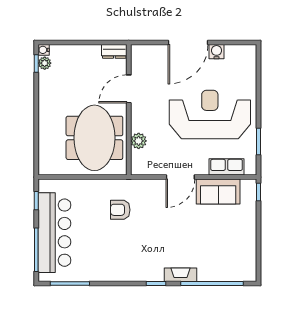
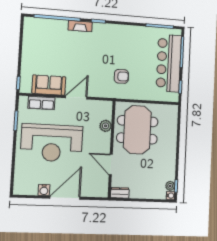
door: (129, 89) -> (111, 165), swing flipped

